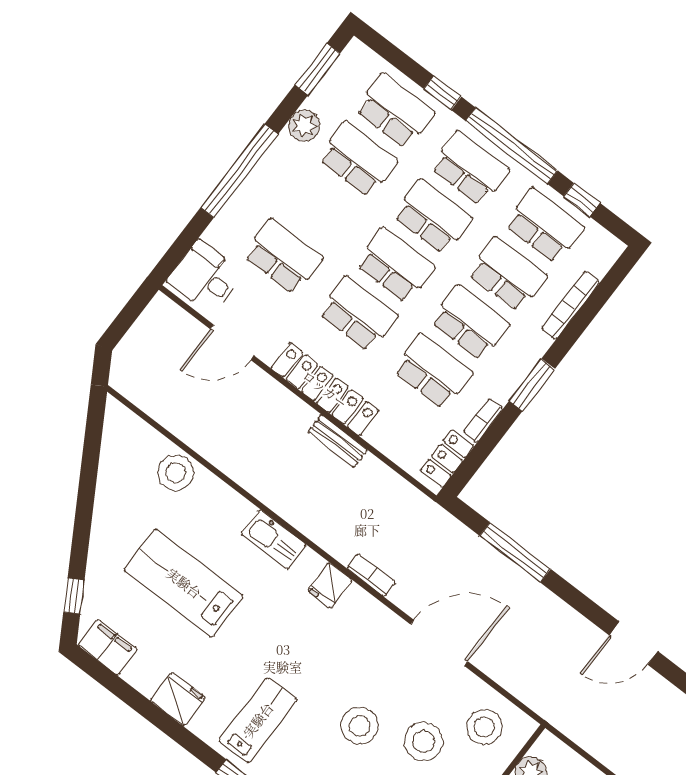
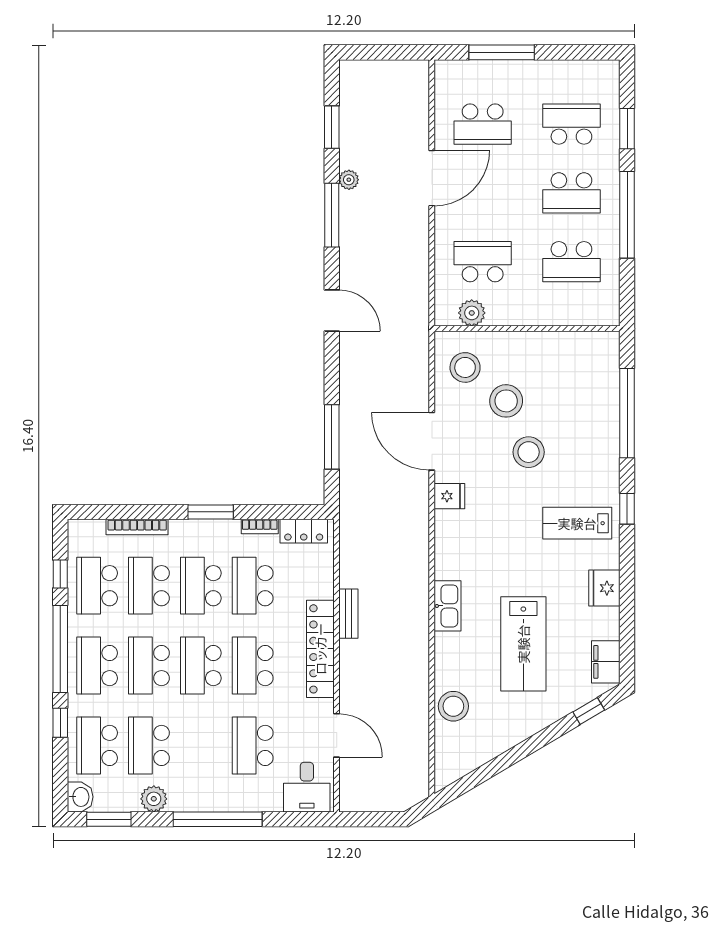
washbasin: (359, 58) -> (80, 797), added
bookcase: (371, 575) -> (421, 522), removed
fridge: (330, 585) -> (449, 496), moved

